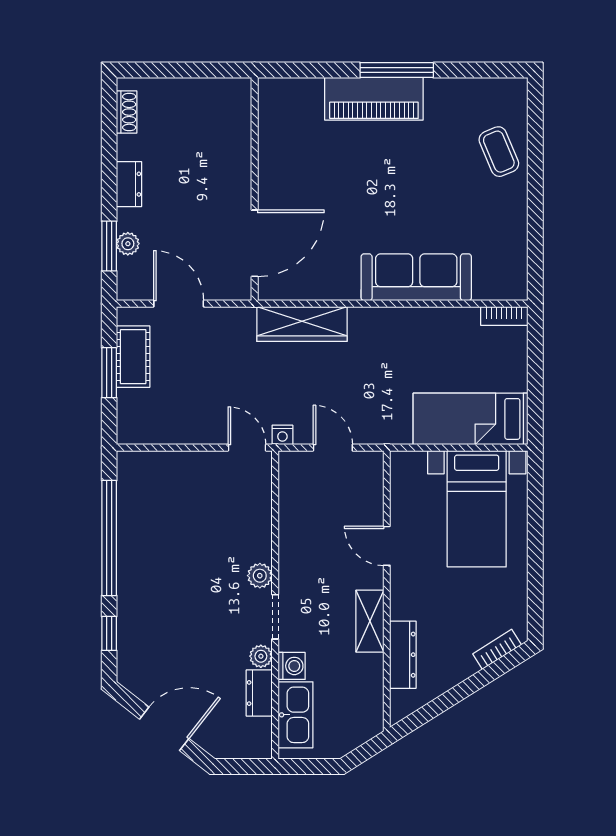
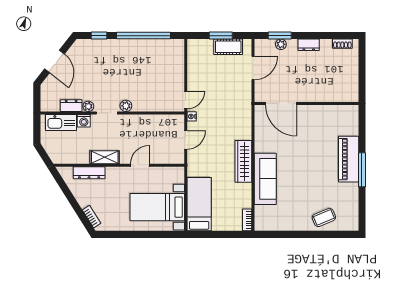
wardrobe: (302, 324) -> (243, 161), moved

